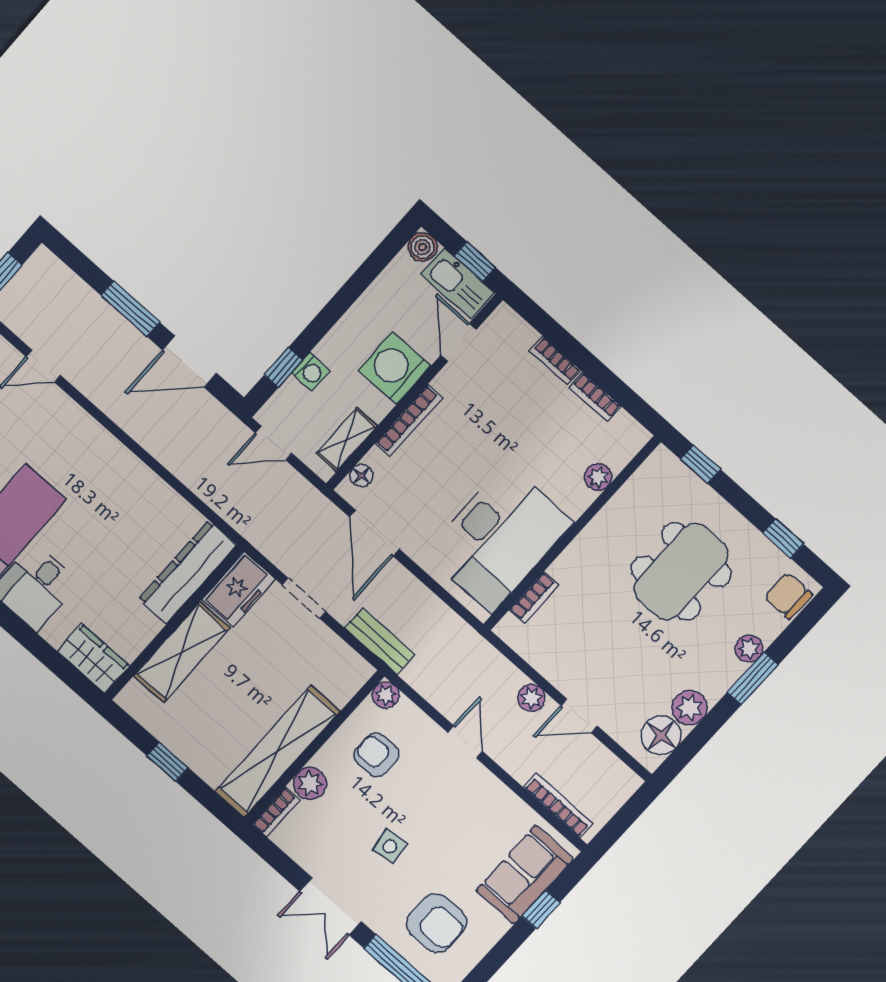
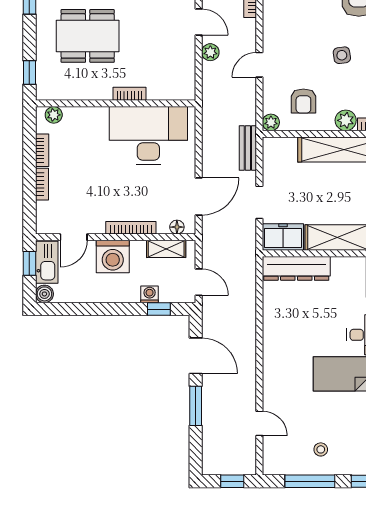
plant: (598, 477) -> (54, 115), moved
bookcase: (534, 598) -> (129, 94), moved

